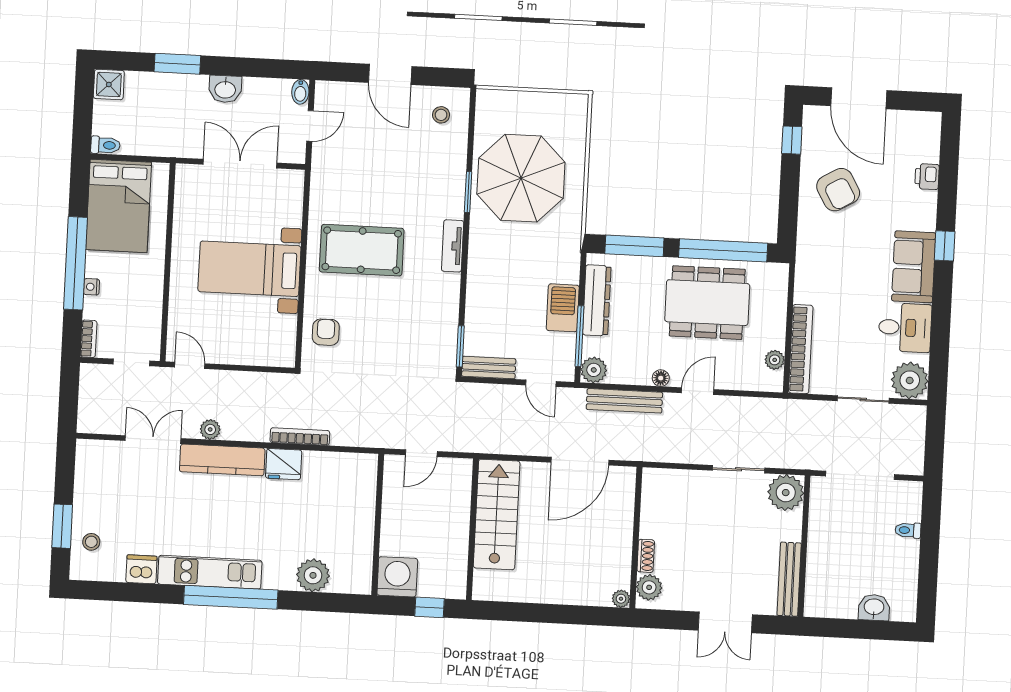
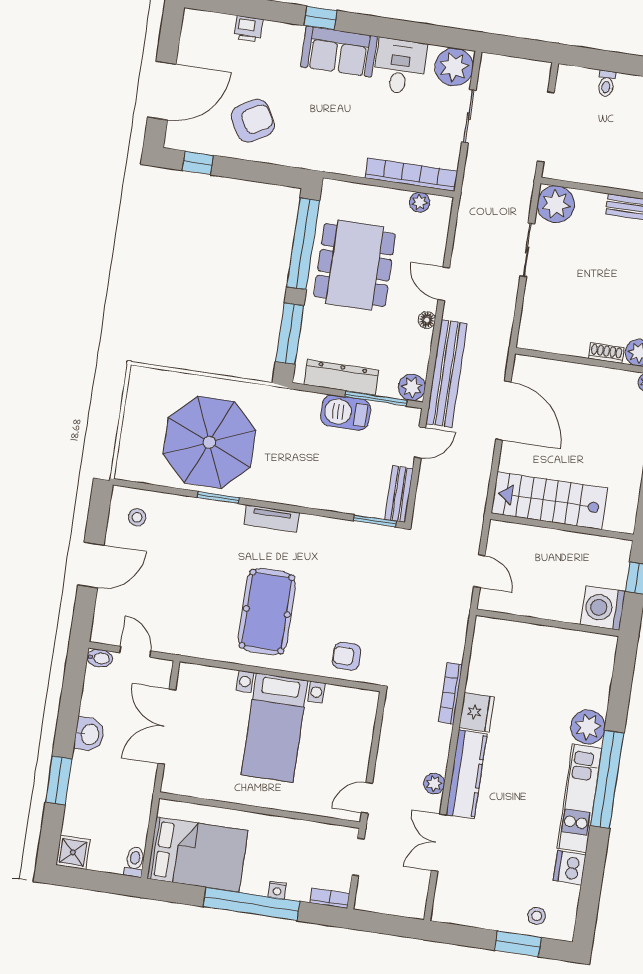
bench: (624, 401) -> (447, 374), width x1.37, depth x1.21
plant: (313, 575) -> (588, 727), moved

